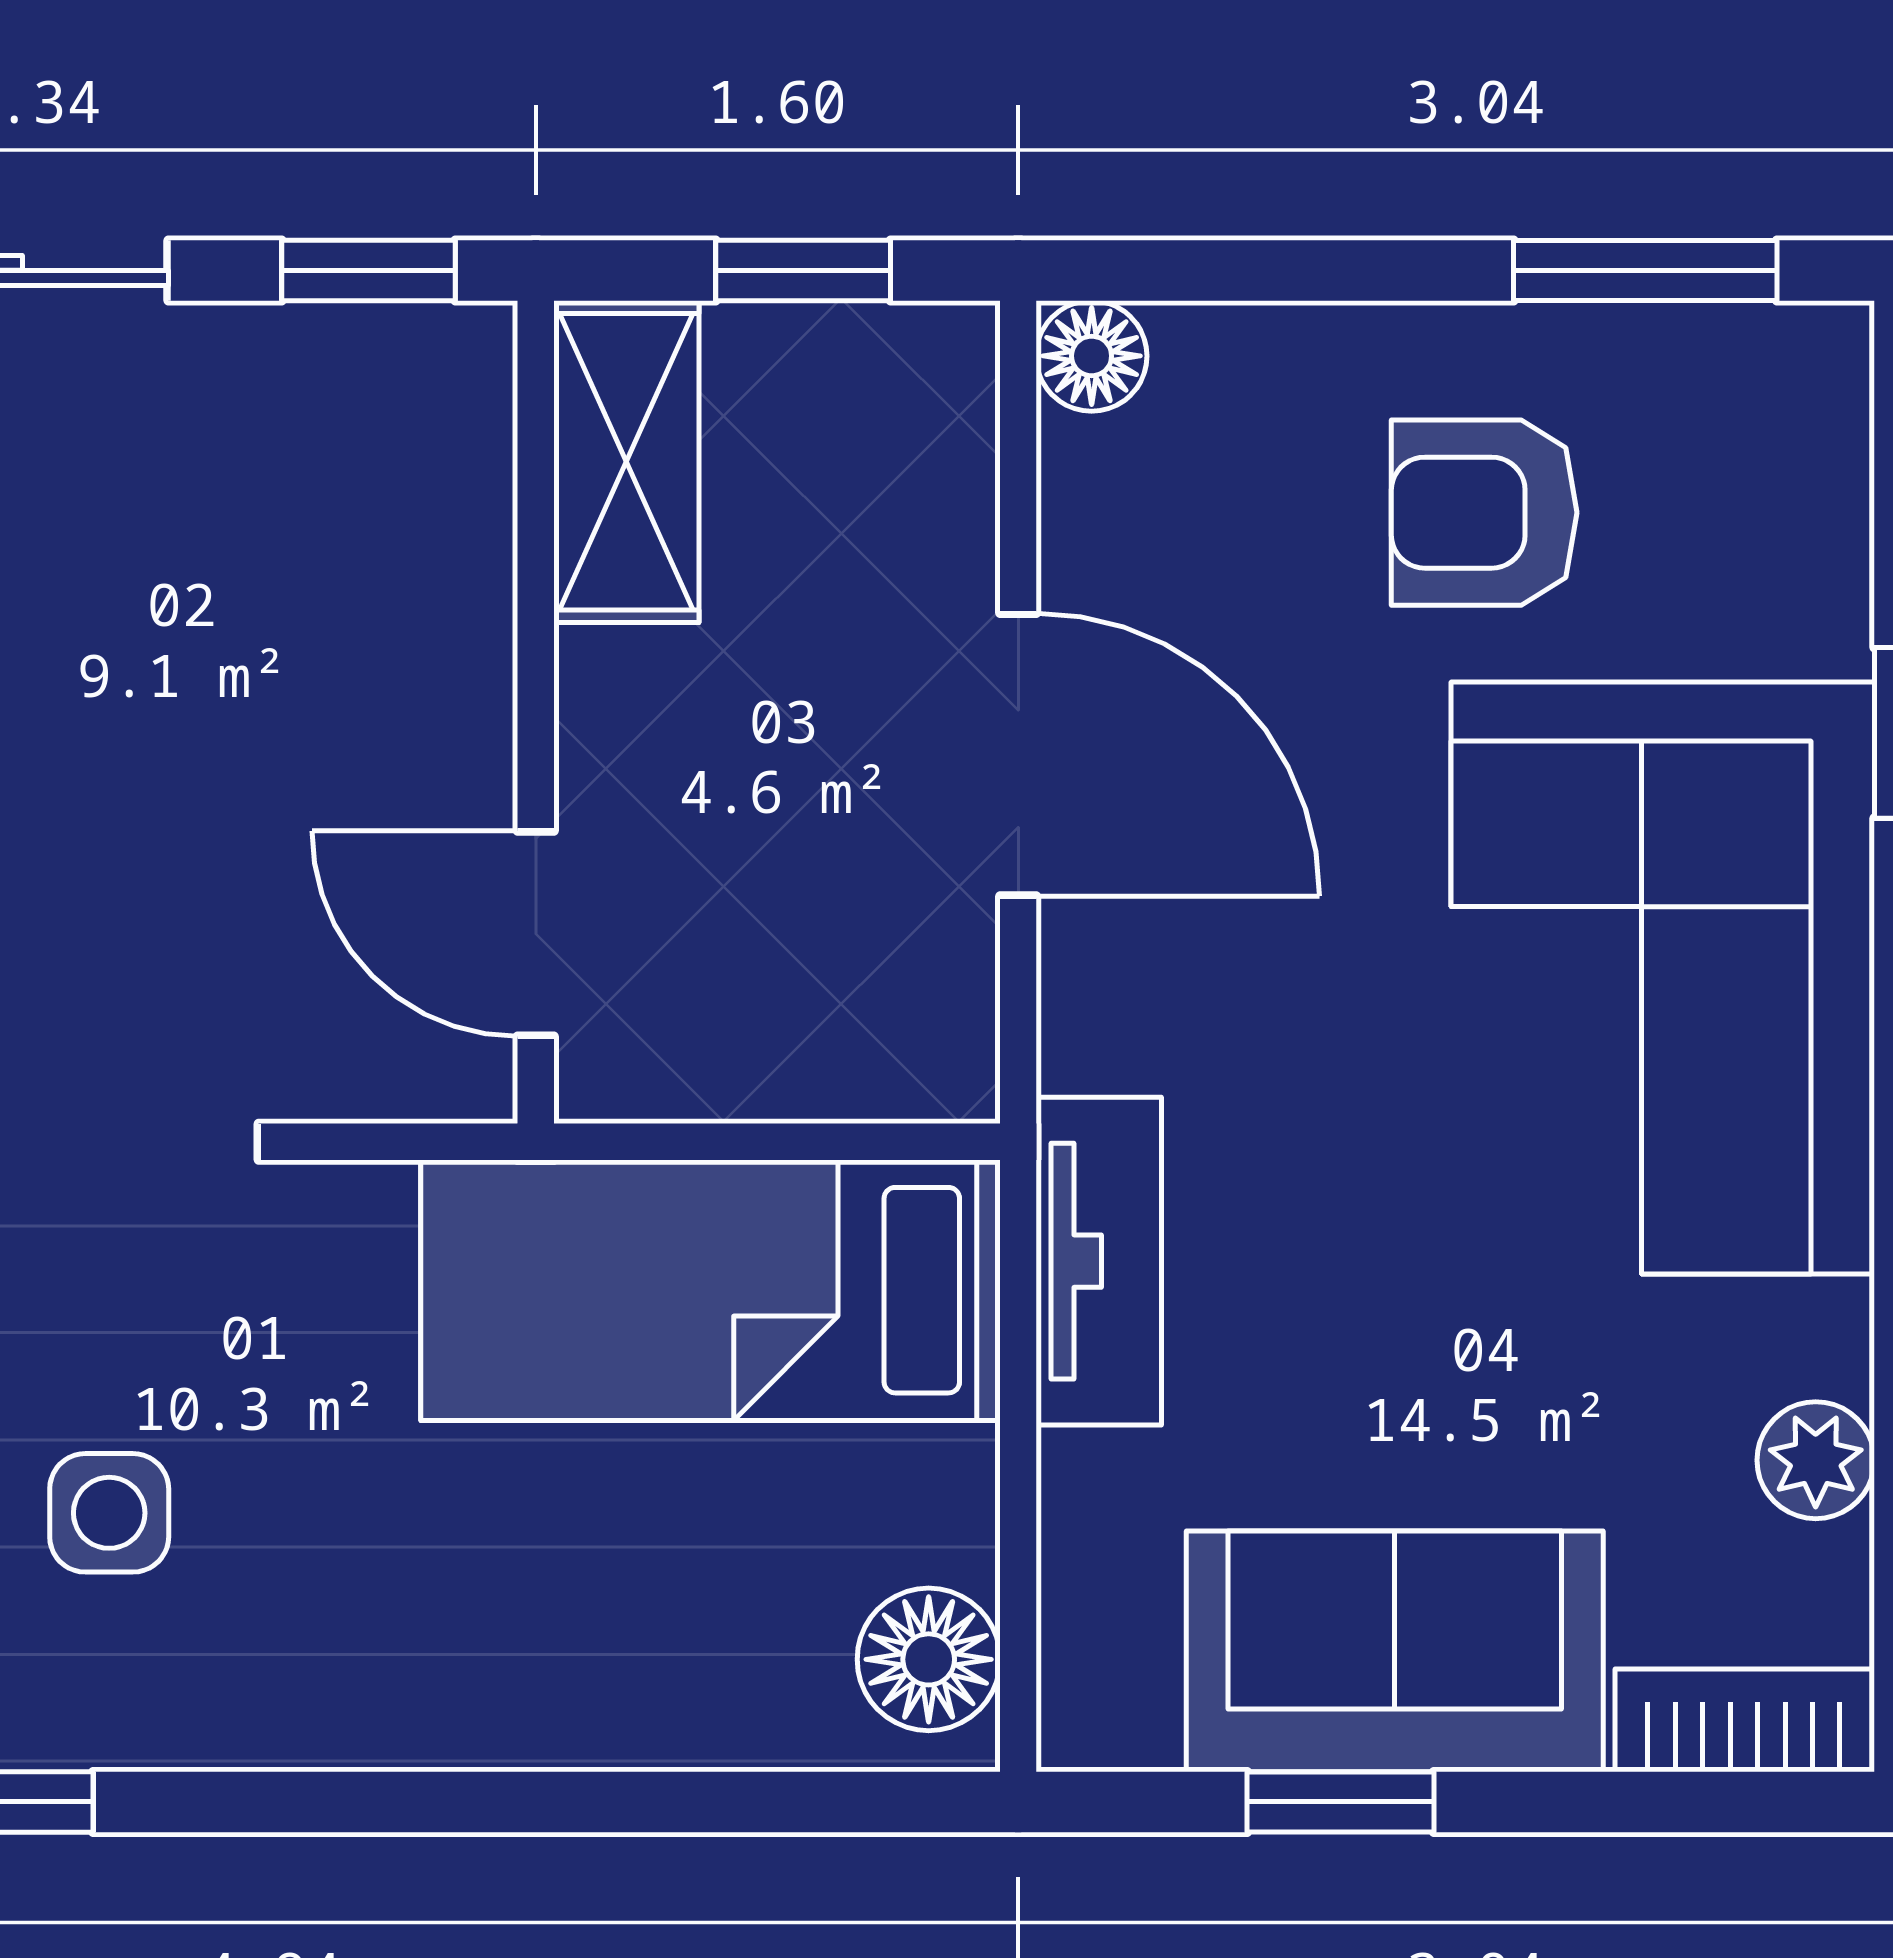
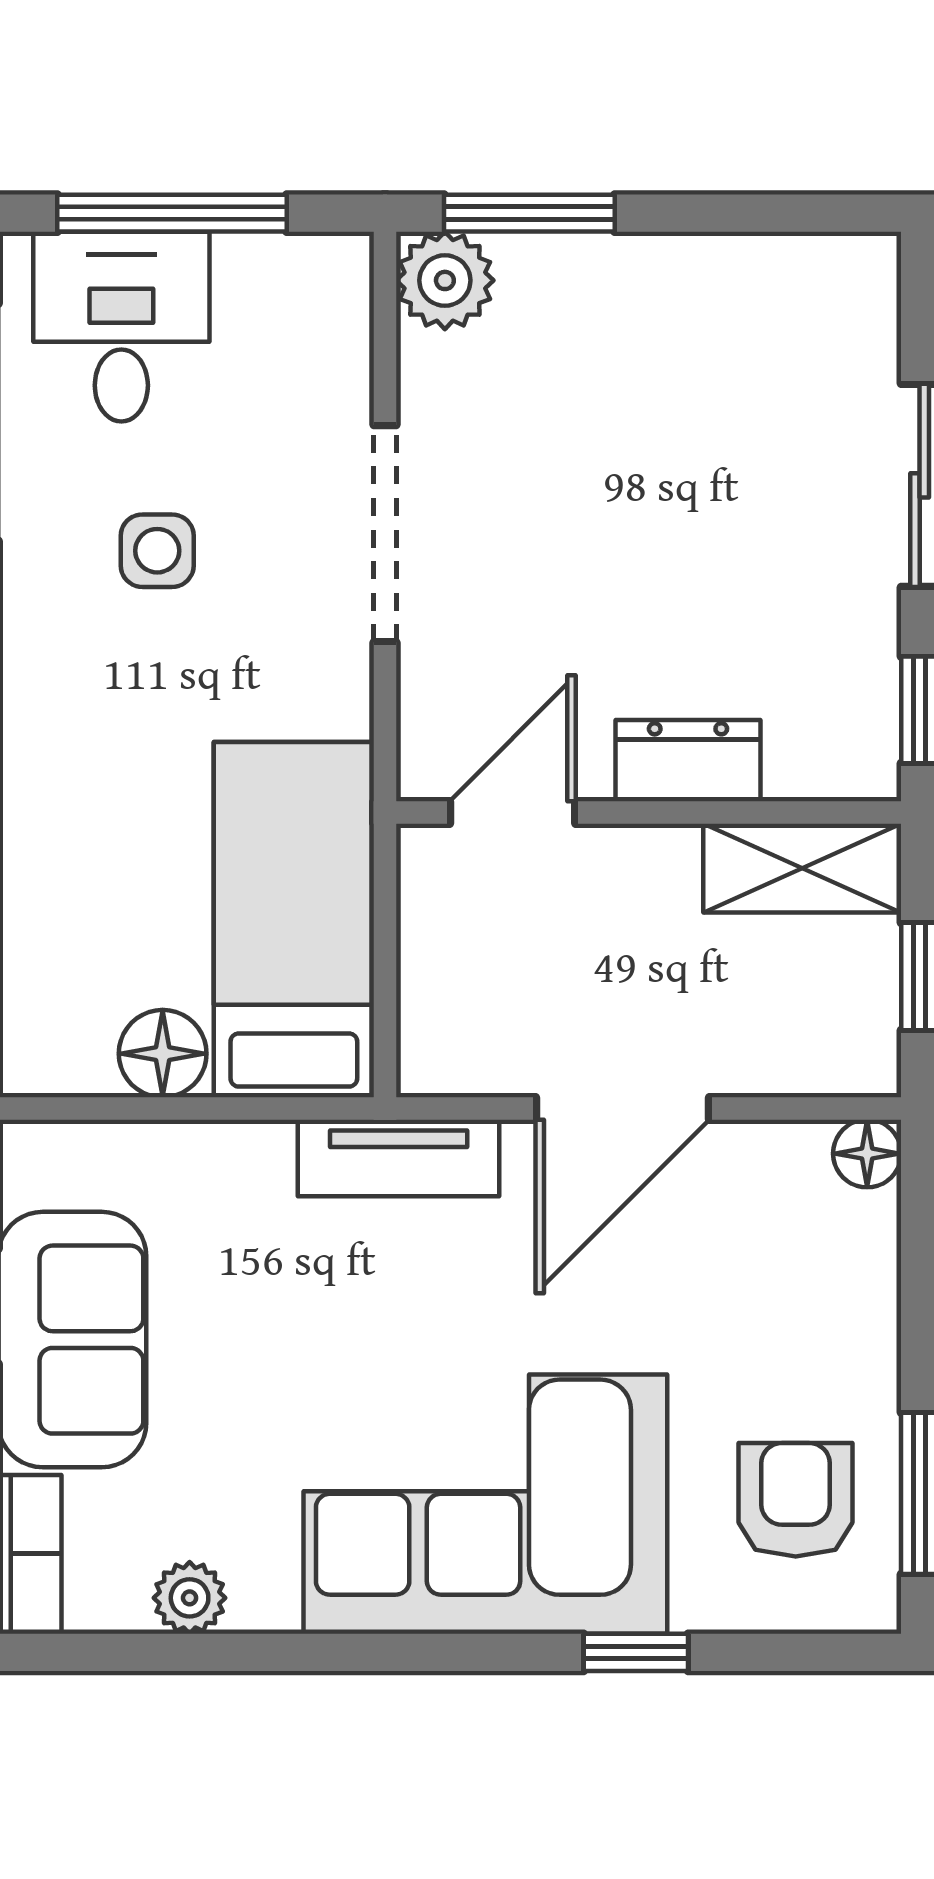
armchair: (1484, 513) -> (796, 1500), moved
dresser: (451, 648) -> (688, 761), added
tv unit: (1099, 1261) -> (399, 1158), moved
floor lamp: (929, 1659) -> (163, 1054), moved

